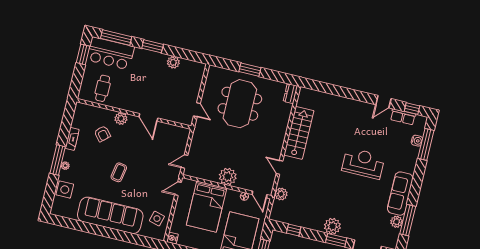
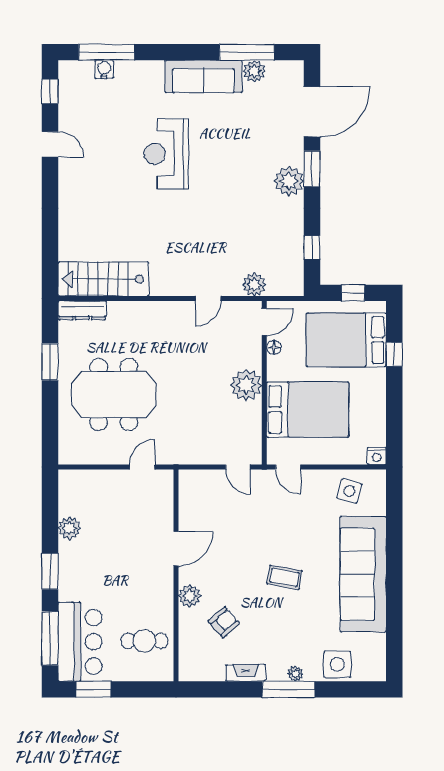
window: (250, 70) -> (50, 362), moved
dresser: (290, 94) -> (82, 310), width x1.44
row of seats: (403, 117) -> (68, 104), removed
stairs: (299, 133) -> (103, 279), moved

